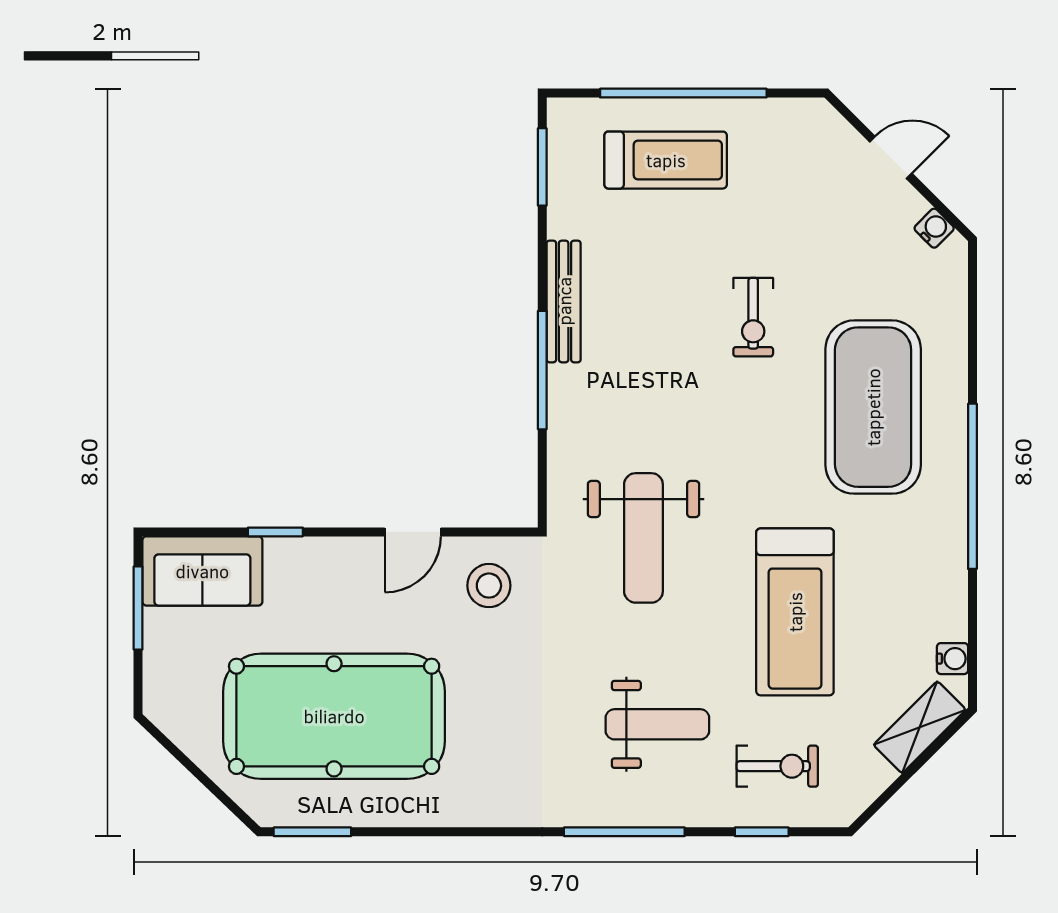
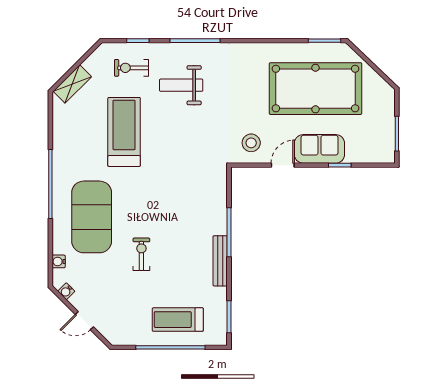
weight bench: (643, 538) -> (187, 163), removed
sofa: (202, 571) -> (319, 149), moved
water cooler: (953, 659) -> (59, 261), moved

